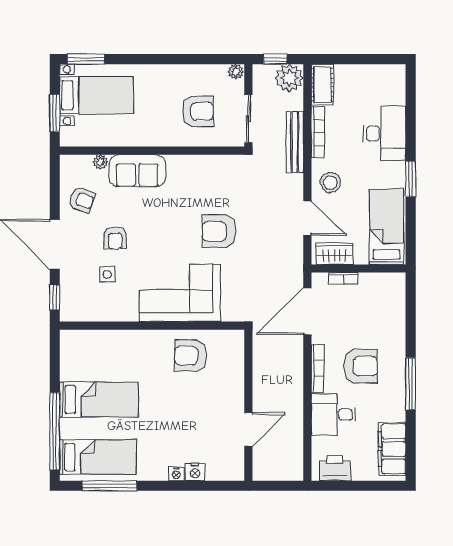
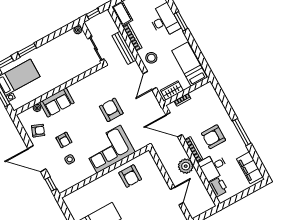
window: (136, 59) -> (27, 50), added
plant: (289, 78) -> (186, 166), moved
armchair: (198, 111) -> (70, 59), removed
window: (411, 179) -> (181, 21), moved
door: (307, 218) -> (150, 81), swing flipped
armchair: (219, 231) -> (111, 110), turned 90
door: (307, 311) -> (174, 125), hinge flipped
armchair: (191, 355) -> (130, 176), turned -90
armchair: (361, 366) -> (214, 137), turned 180
printer: (335, 468) -> (218, 187), moved, turned 90

